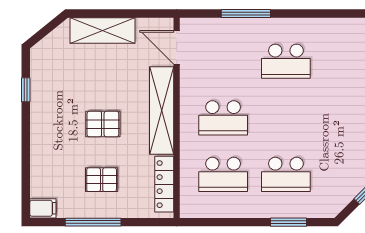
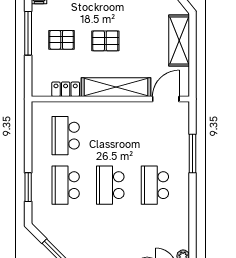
school desk: (223, 118) -> (110, 185), moved
pallet: (103, 124) -> (105, 41), turned 90
pallet: (102, 180) -> (62, 40), turned 90
locker: (164, 184) -> (66, 89), width x0.66

